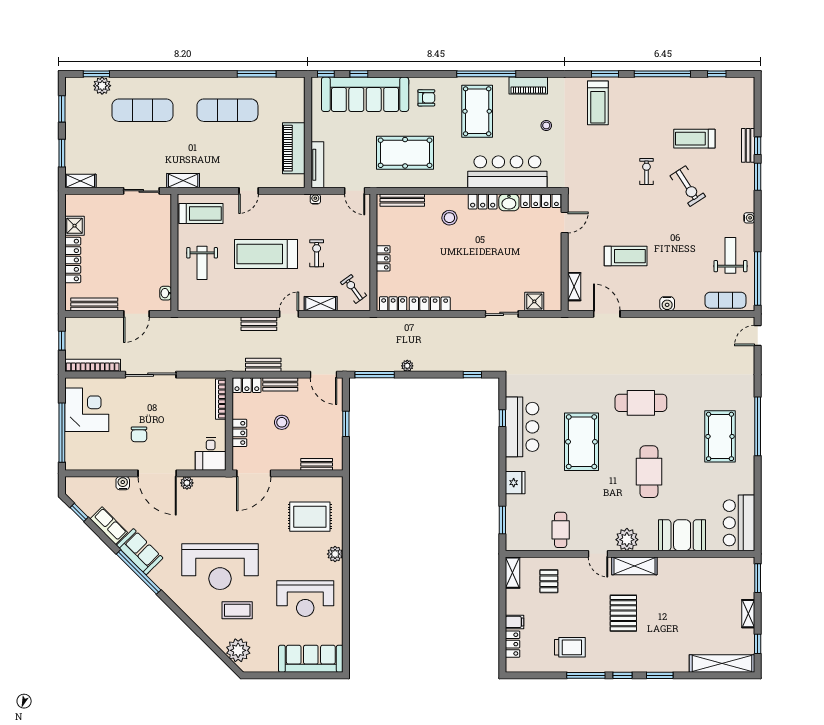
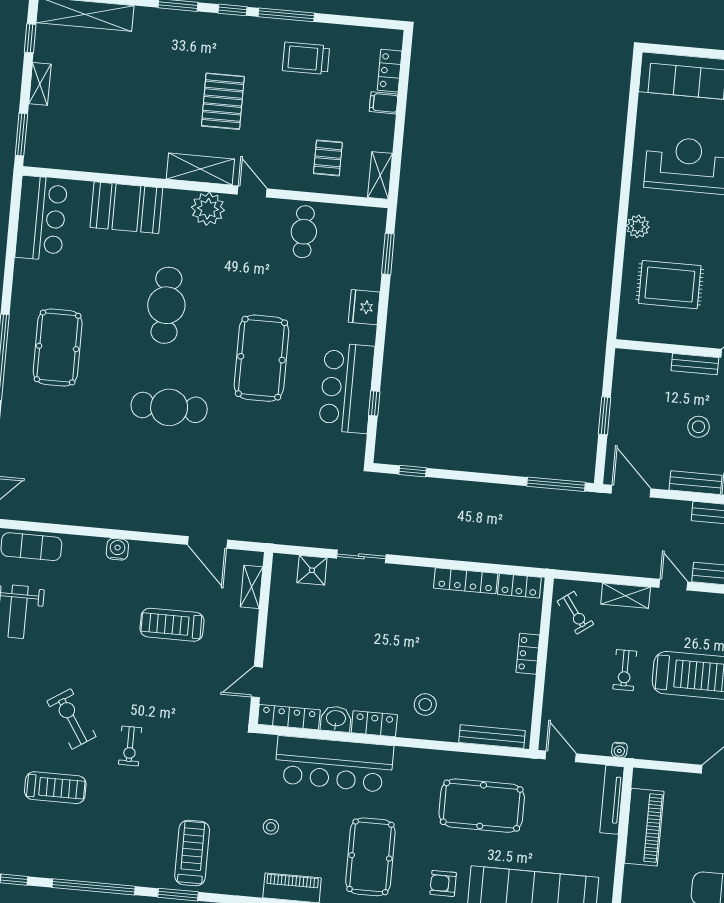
door: (289, 314) -> (673, 585), swing flipped
plant: (407, 366) -> (507, 493), removed
bench: (317, 464) -> (695, 364), moved

